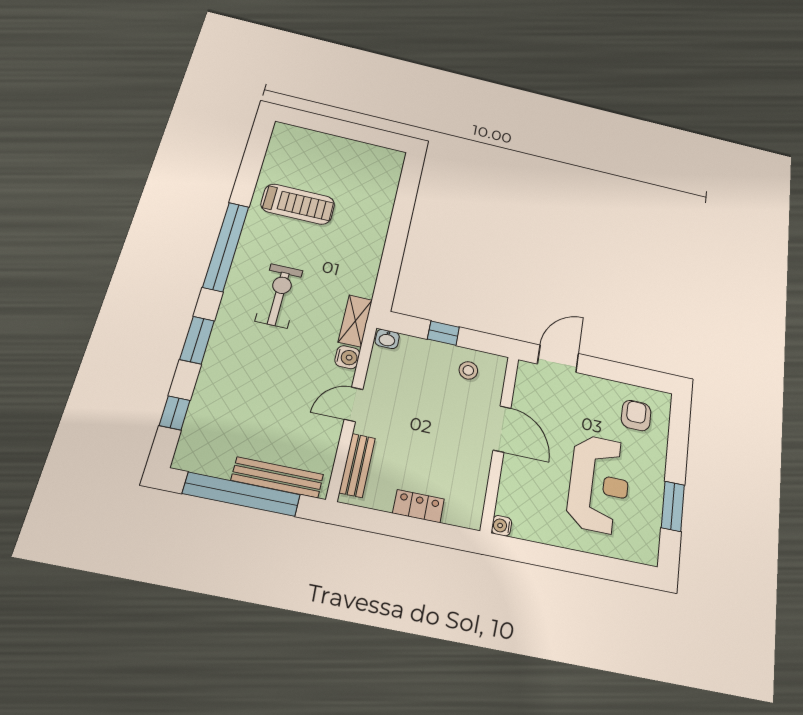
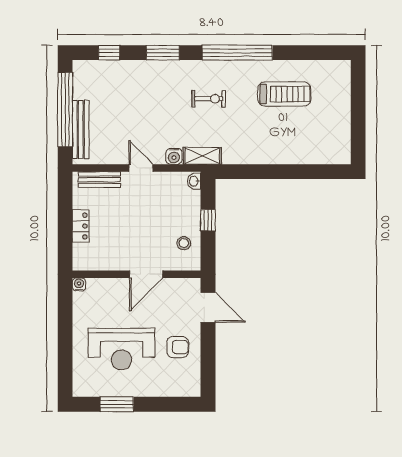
treadmill: (298, 204) -> (284, 94), turned -90
exercise bike: (279, 296) -> (209, 99), width x0.73, depth x0.72
armchair: (636, 415) -> (178, 347), moved

